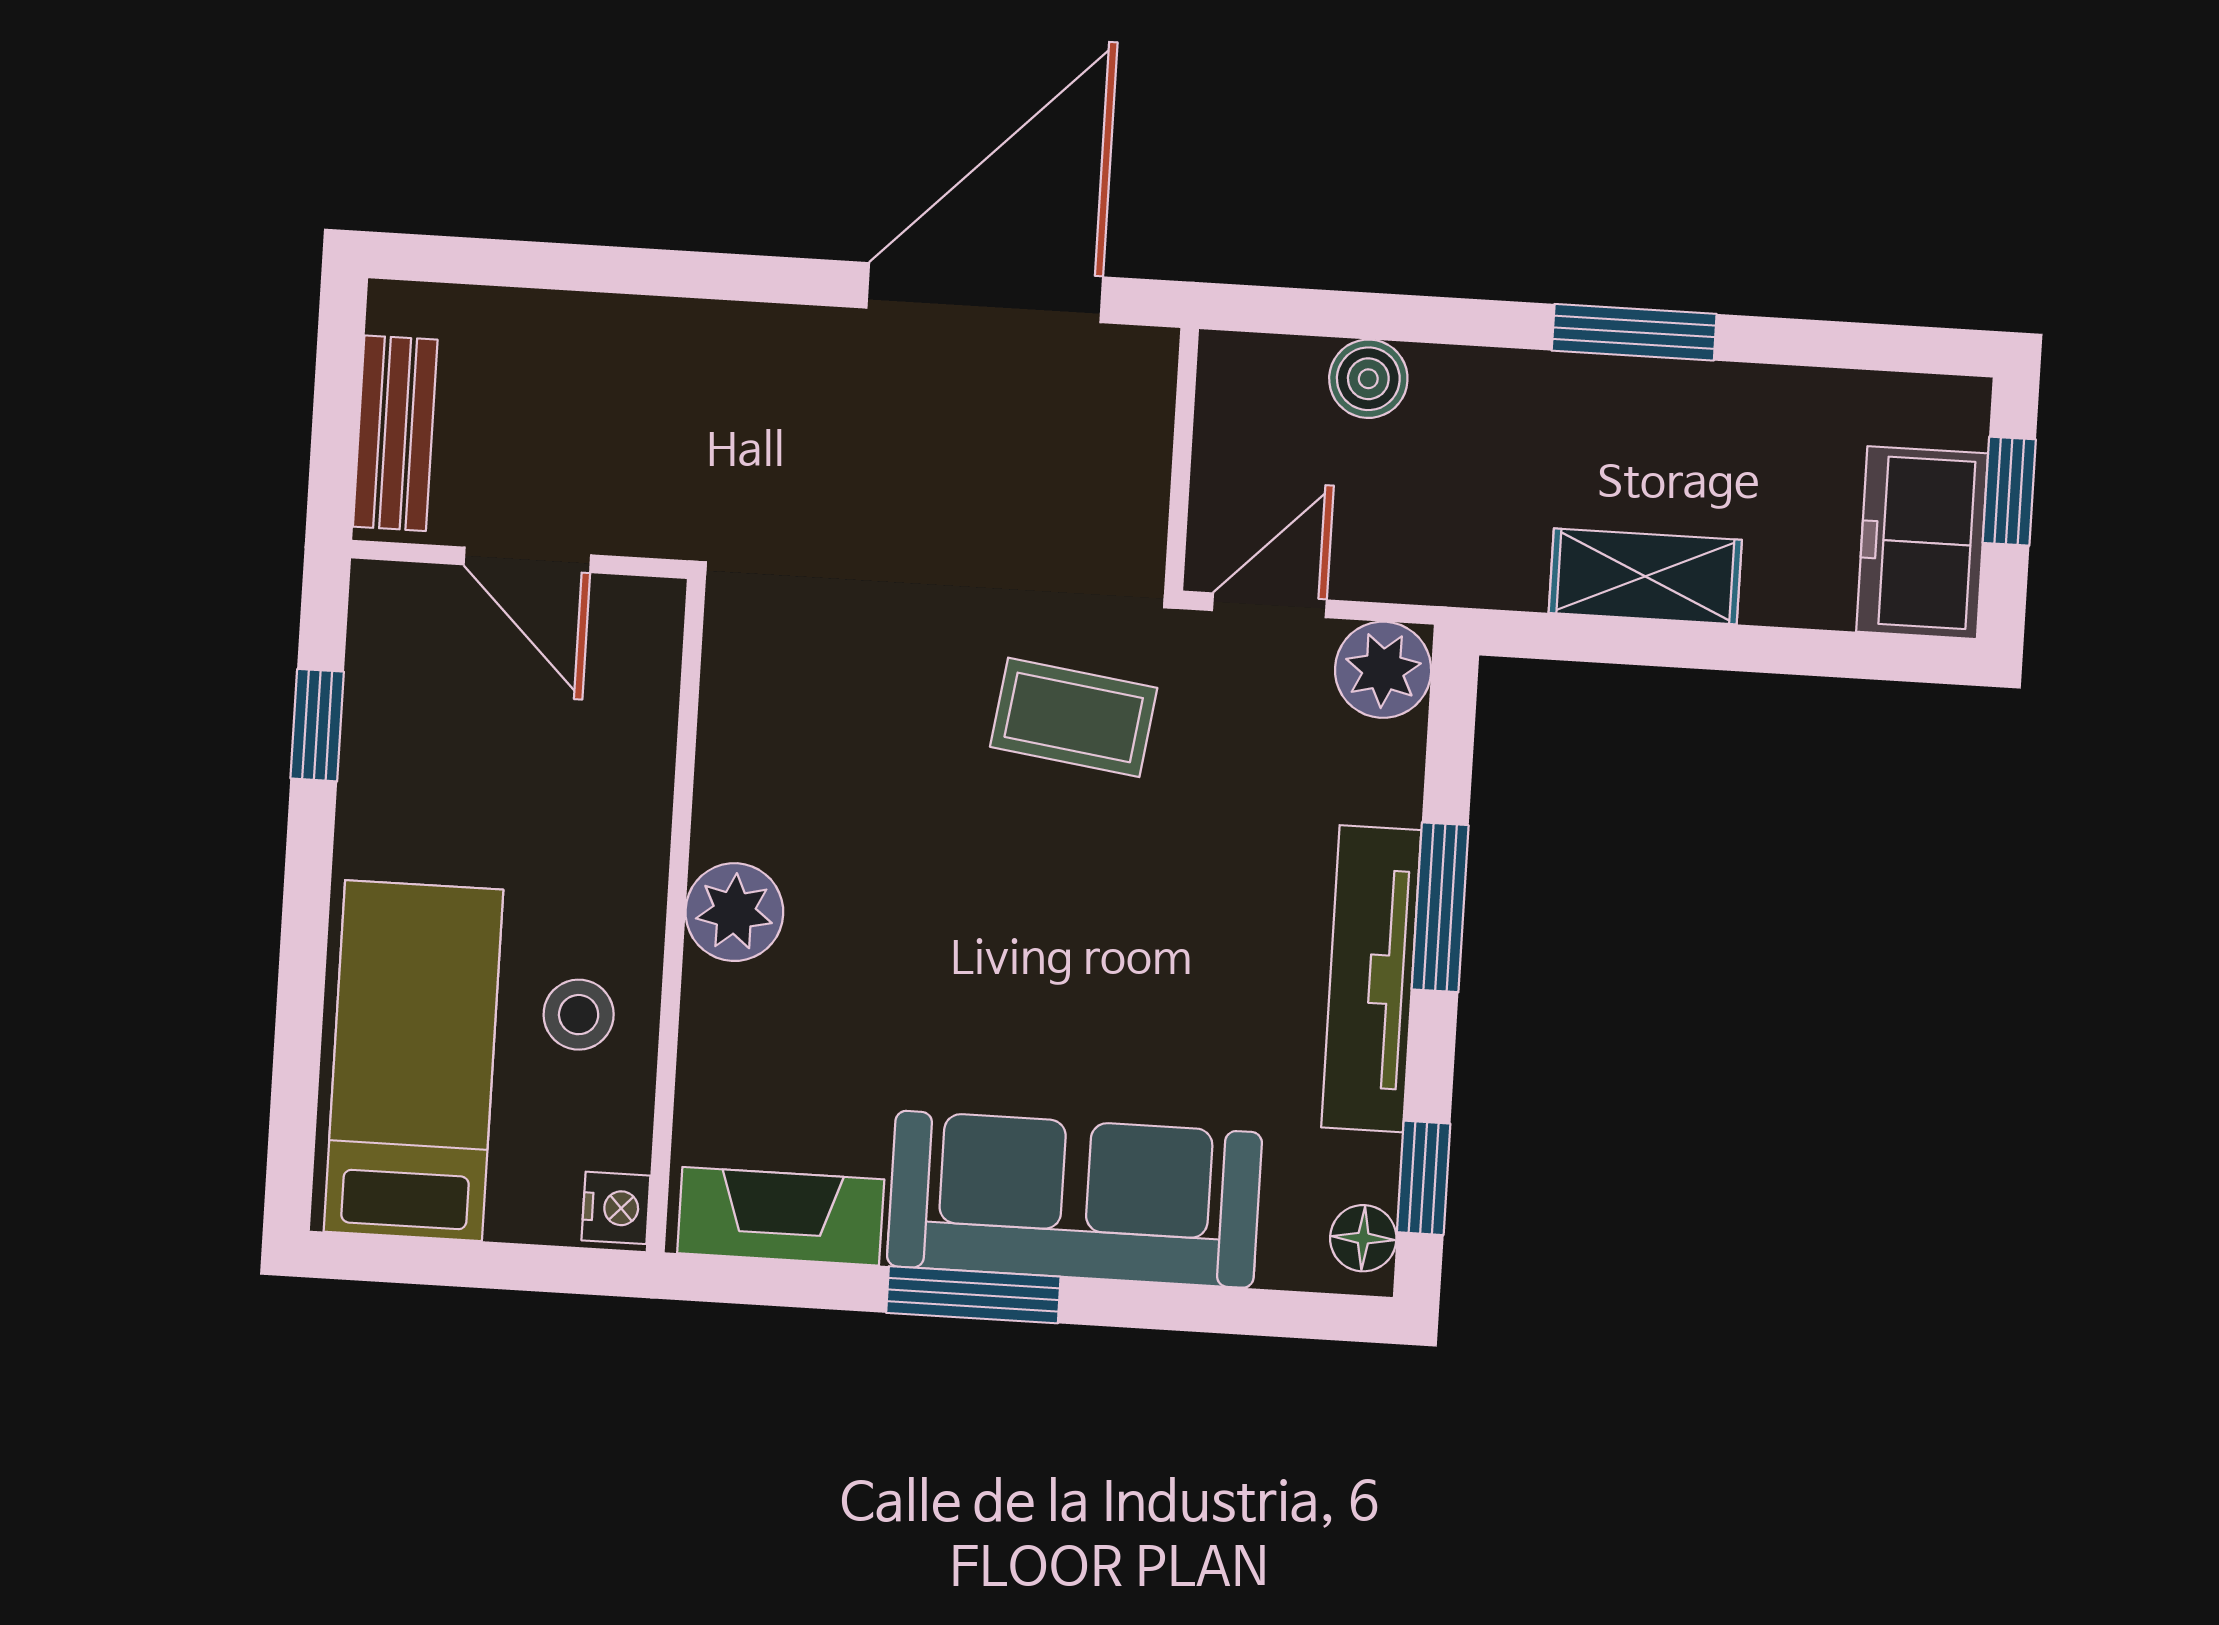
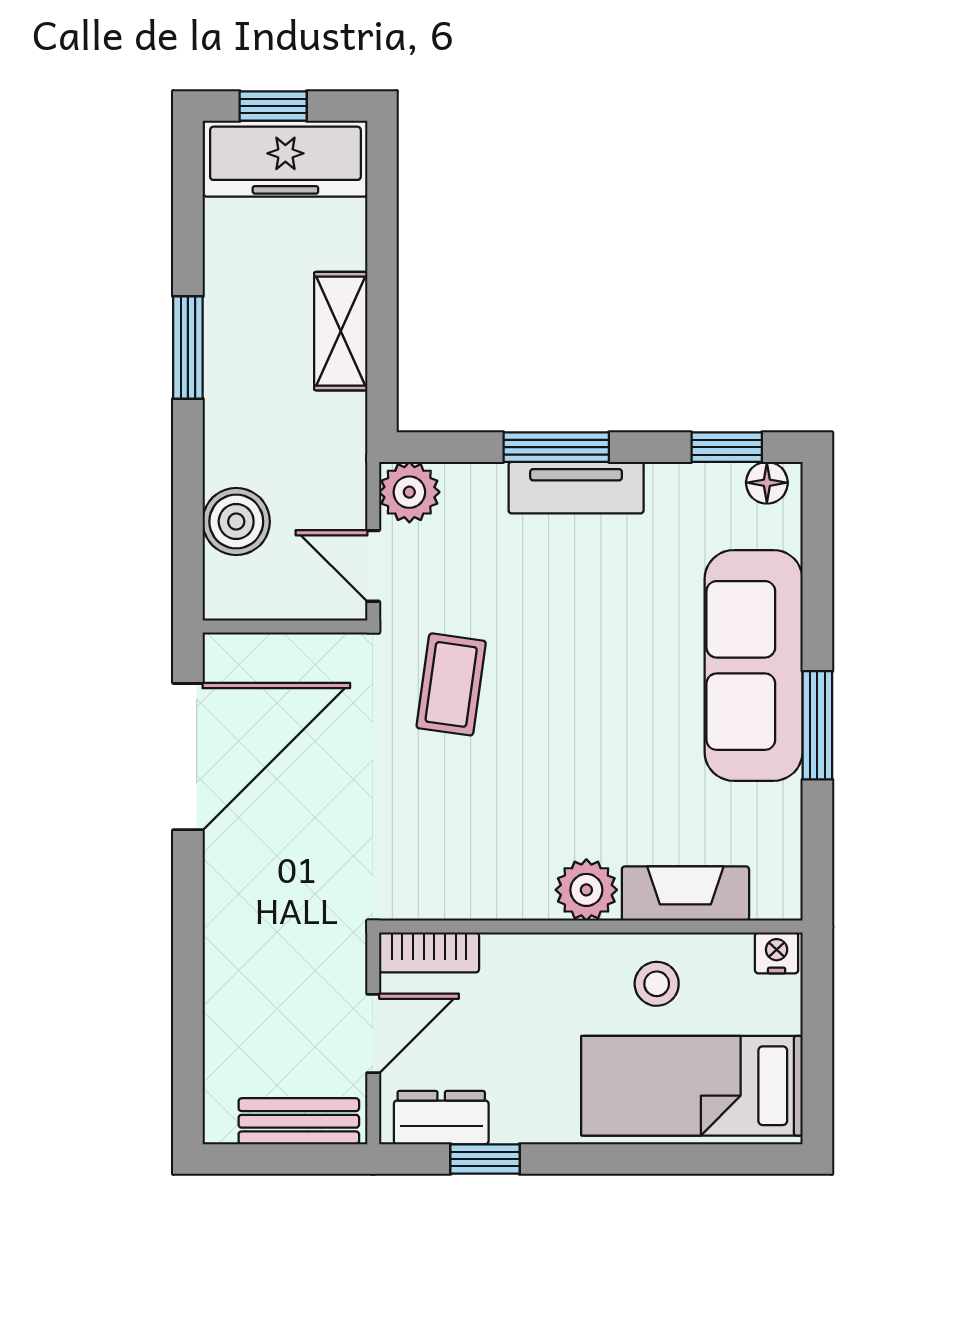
door: (985, 293) -> (188, 757), swing flipped
boiler: (1368, 379) -> (236, 522), width x1.36, depth x1.36
freezer: (1922, 543) -> (285, 159), width x1.40
bookcase: (650, 656) -> (429, 952), added
dresser: (387, 660) -> (441, 1118), added
tv unit: (1371, 979) -> (576, 488), width x0.71
fireplace: (781, 1216) -> (685, 894), moved, turned 90

